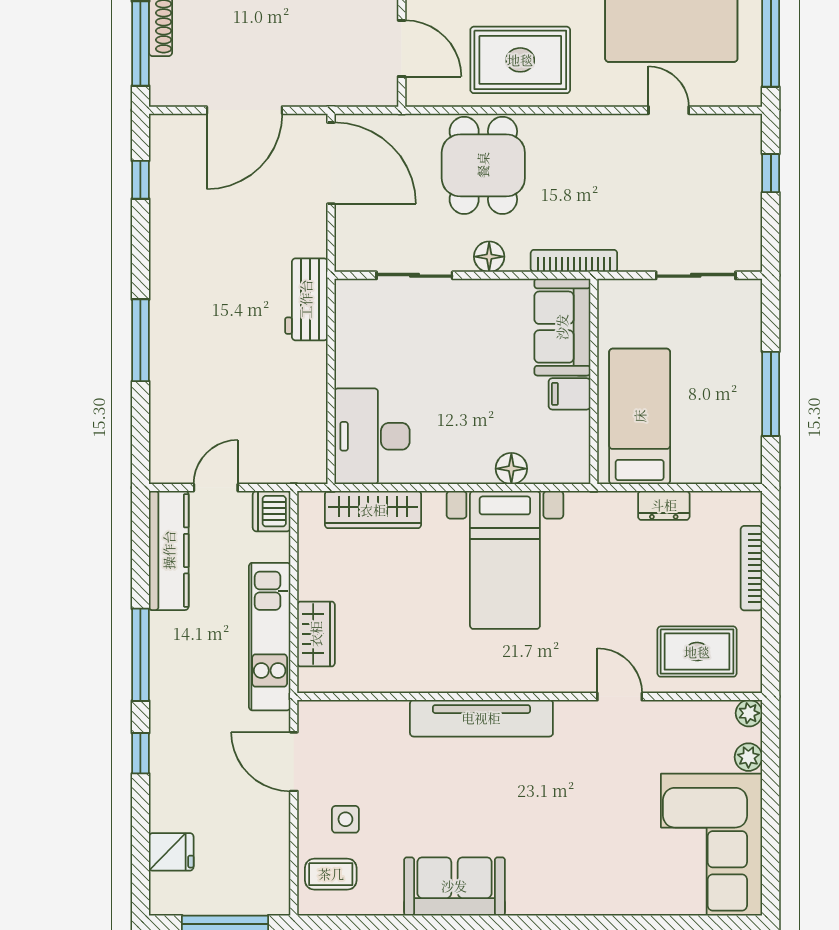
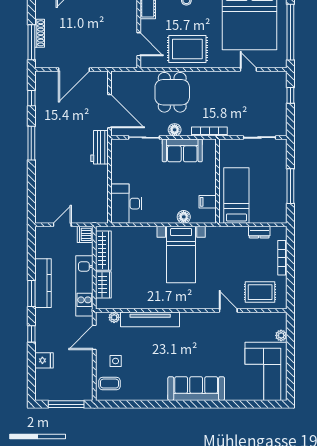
door: (331, 163) -> (110, 111), moved
sofa: (562, 327) -> (182, 150), moved, turned -90
window: (140, 340) -> (31, 143), moved
filing cabinet: (570, 394) -> (208, 202), moved
dresser: (664, 505) -> (259, 232), moved
wardrobe: (373, 510) -> (103, 251), moved, turned -90
kitchen counter: (169, 550) -> (43, 283), moved
window: (140, 655) -> (31, 293), width x0.69
plant: (749, 713) -> (114, 317), moved
tv unit: (481, 718) -> (150, 319), moved
door: (294, 762) -> (94, 337), hinge flipped
fridge: (171, 852) -> (44, 360), moved
sofa: (454, 886) -> (196, 389), moved, width x1.36

